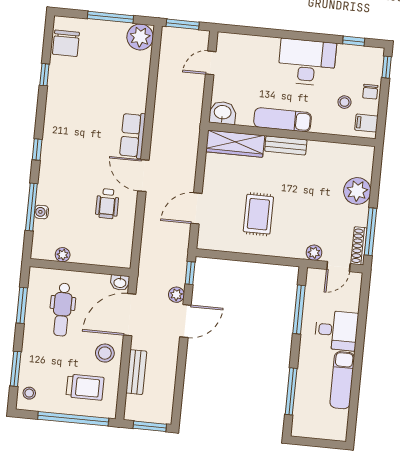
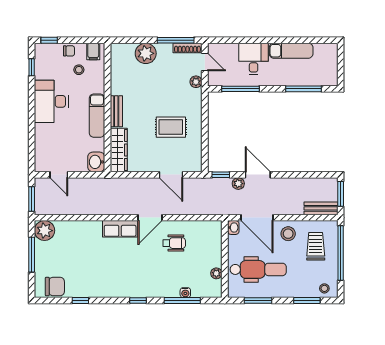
dental chair: (62, 310) -> (258, 269), width x1.36, depth x1.38
bench: (136, 372) -> (321, 208), moved

